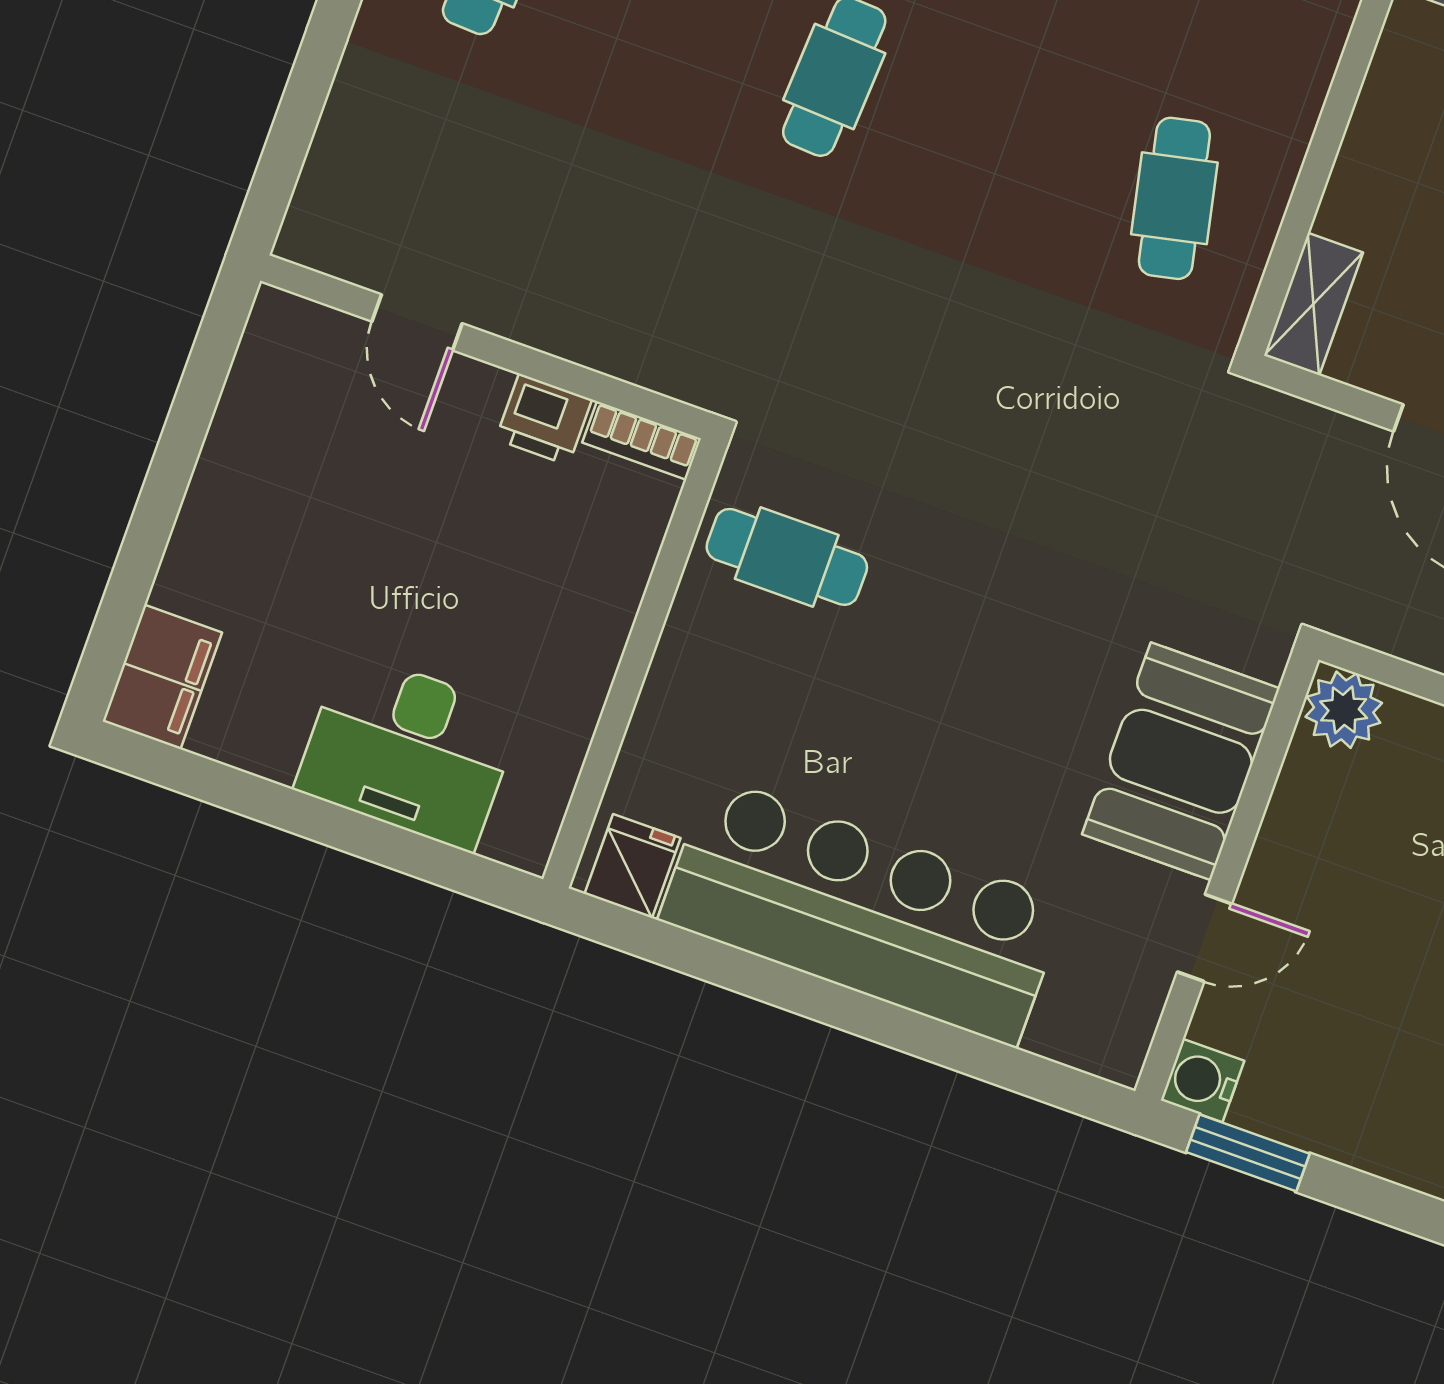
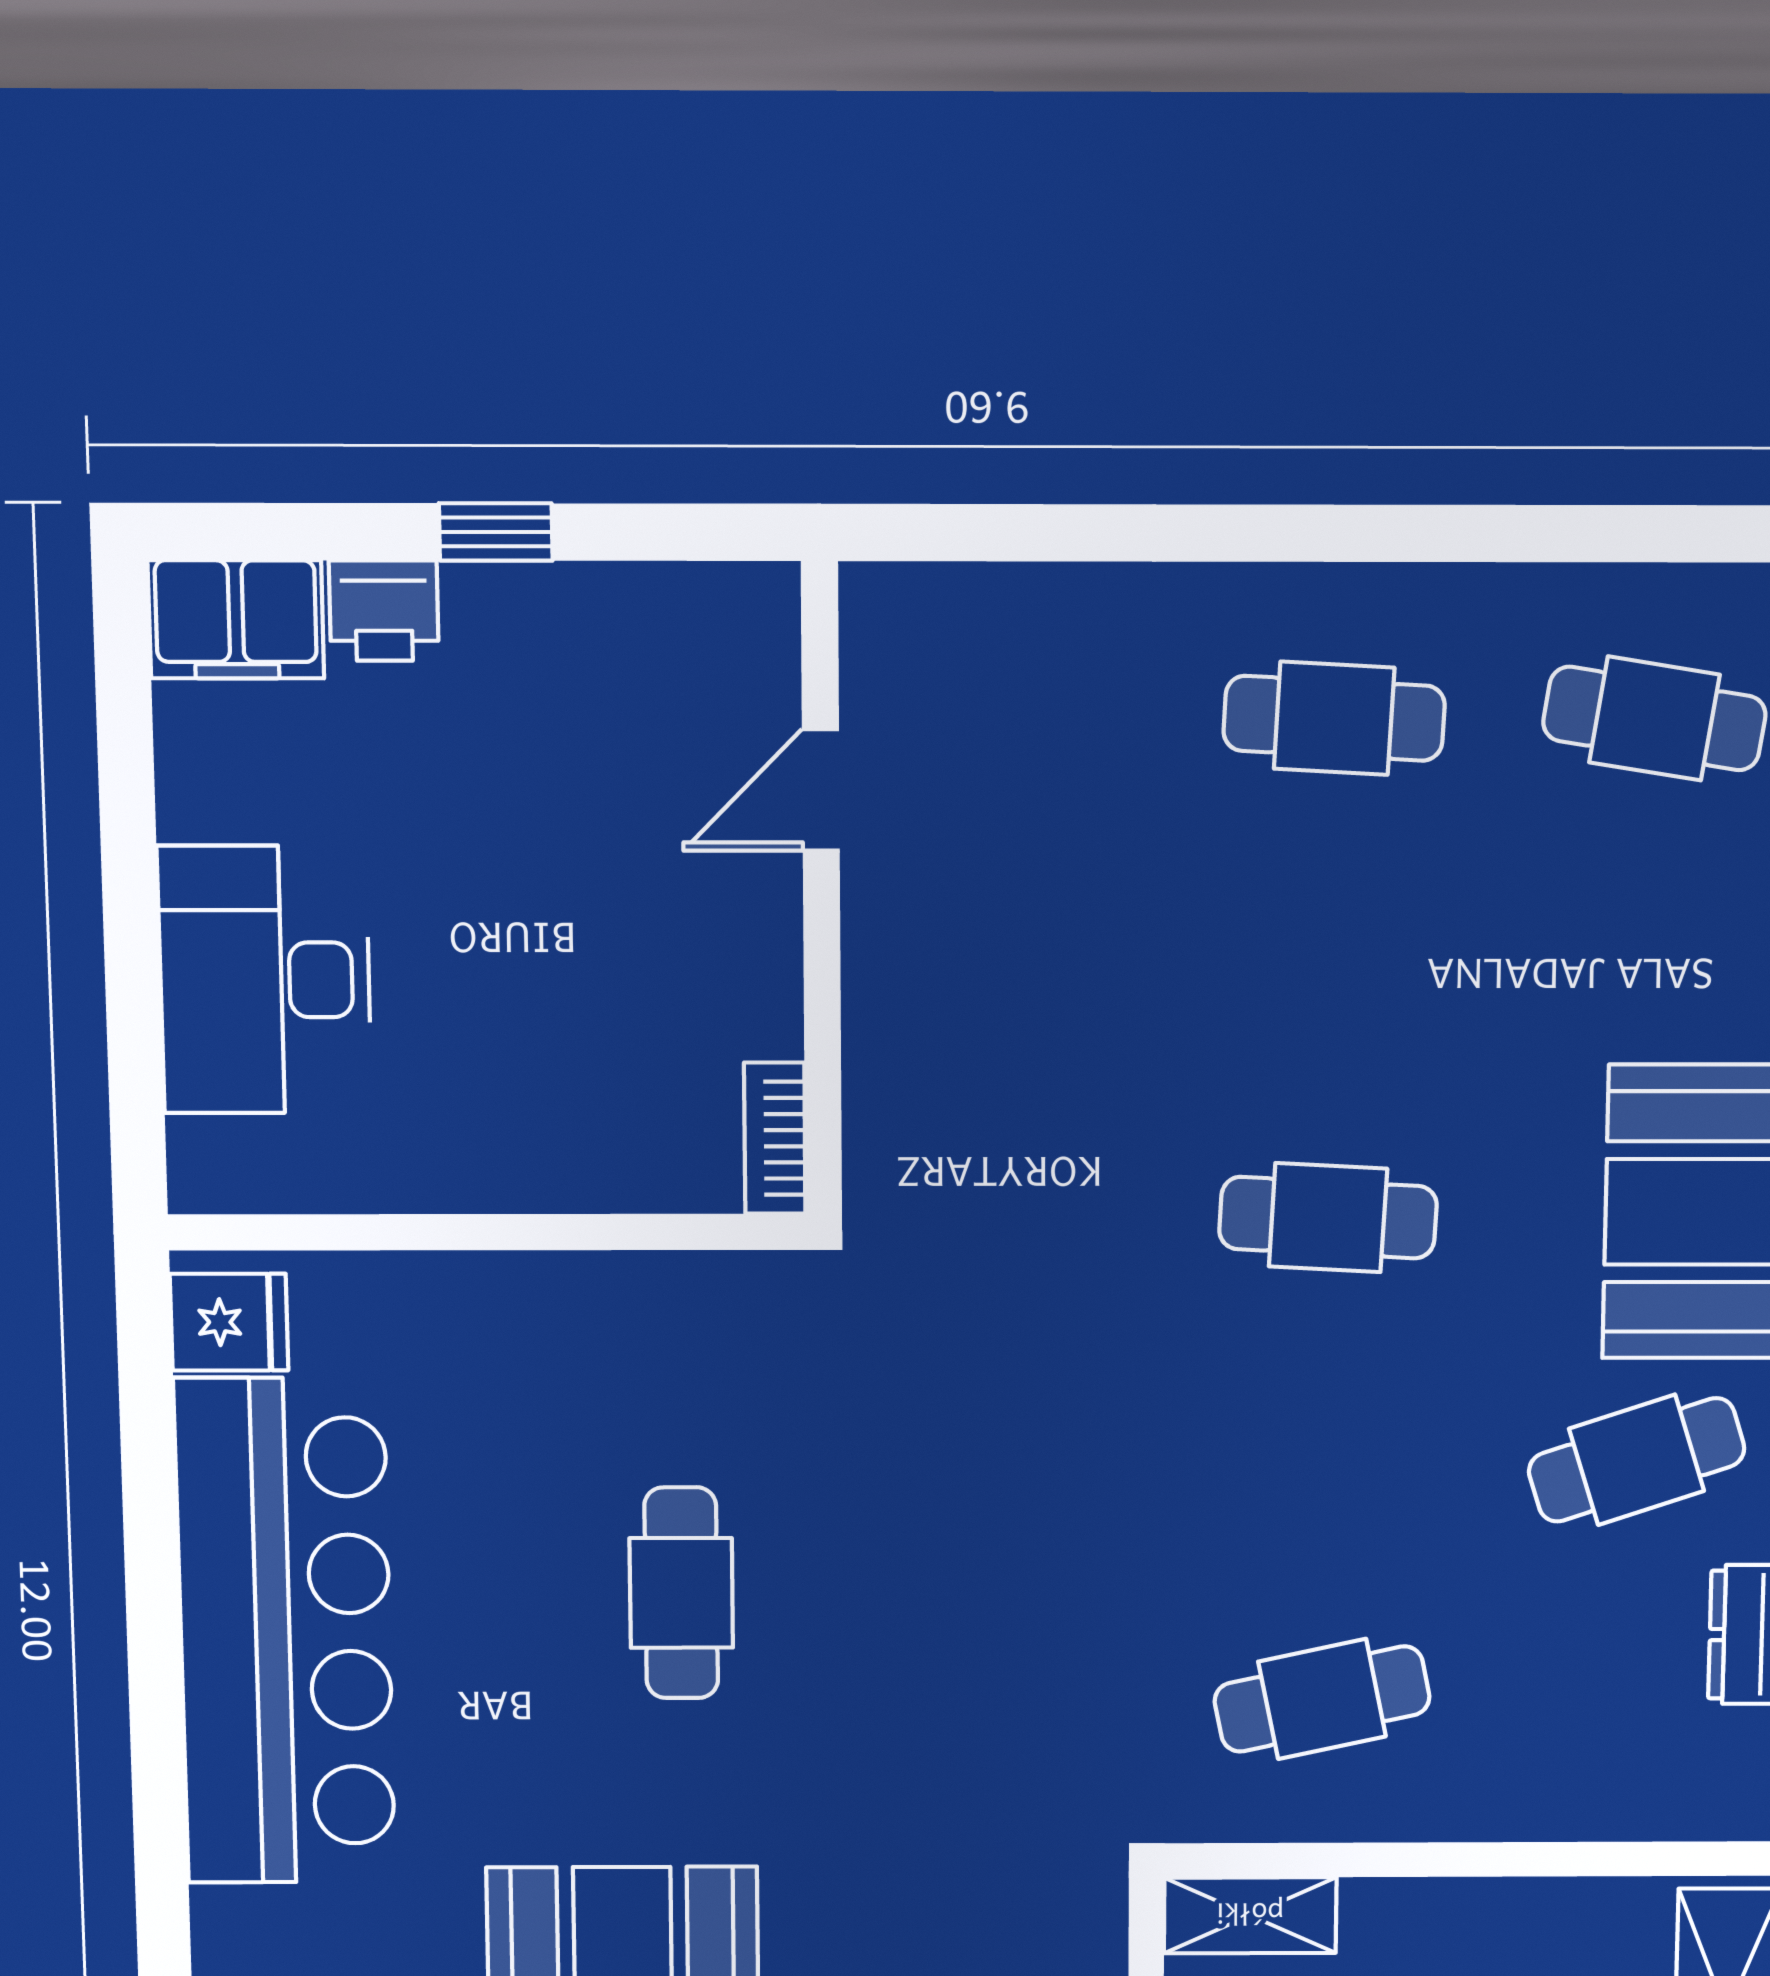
printer: (544, 419) -> (384, 611), moved, turned -90
window: (168, 479) -> (496, 532), added
cafe table: (787, 557) -> (681, 1593), moved

